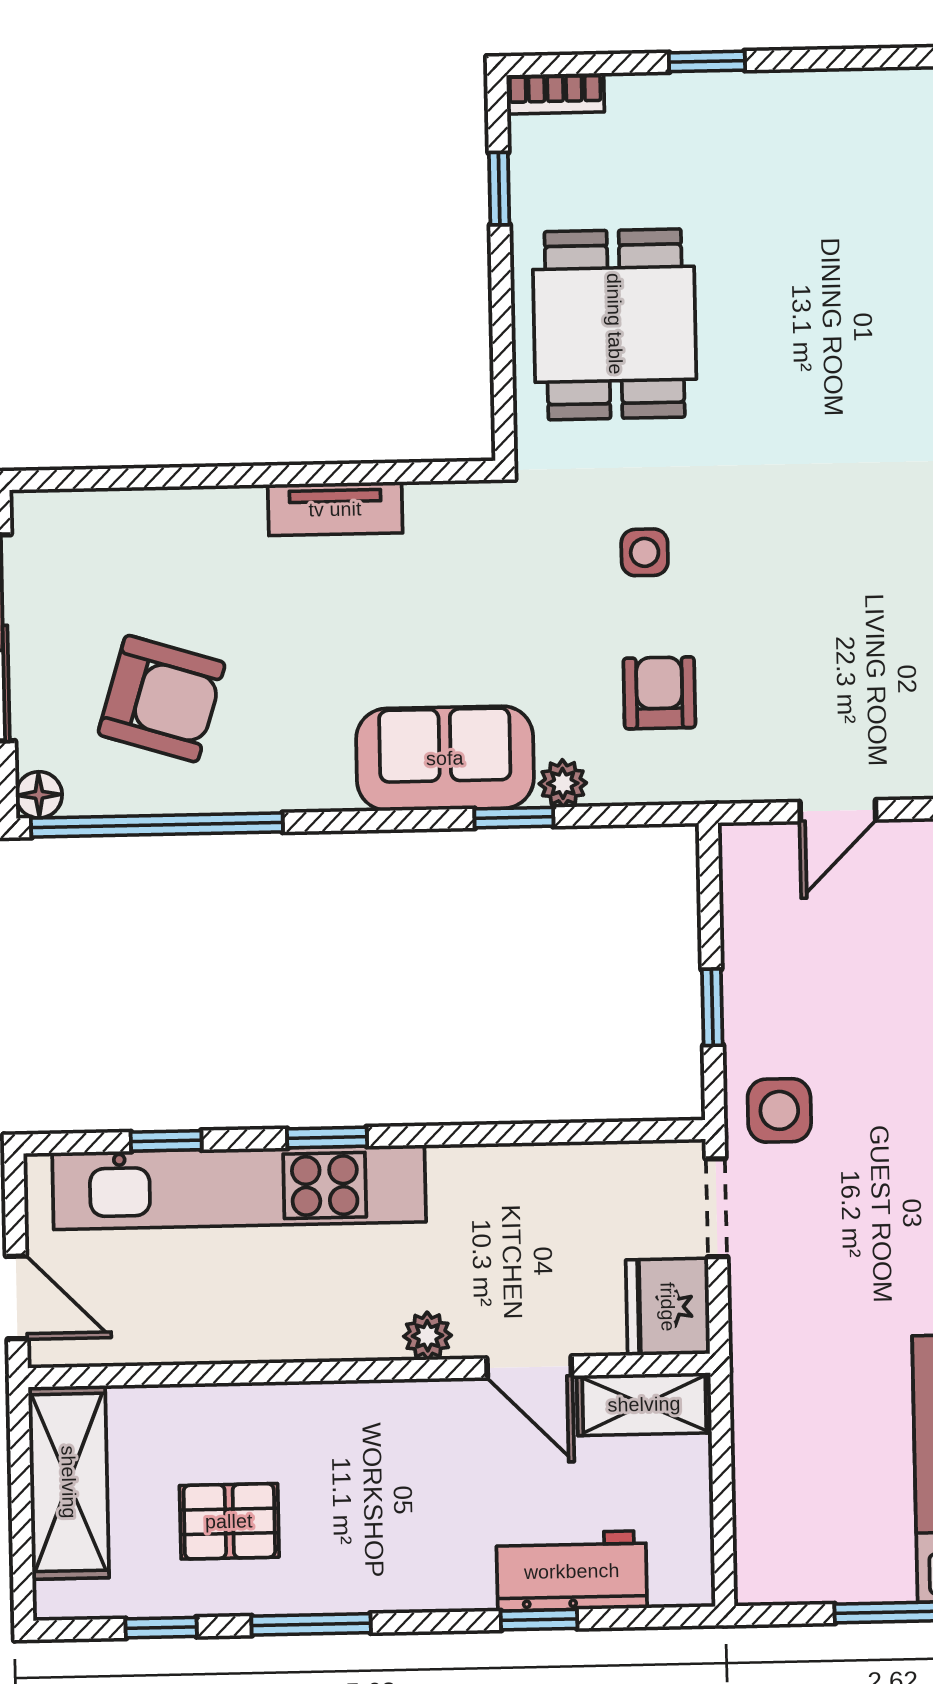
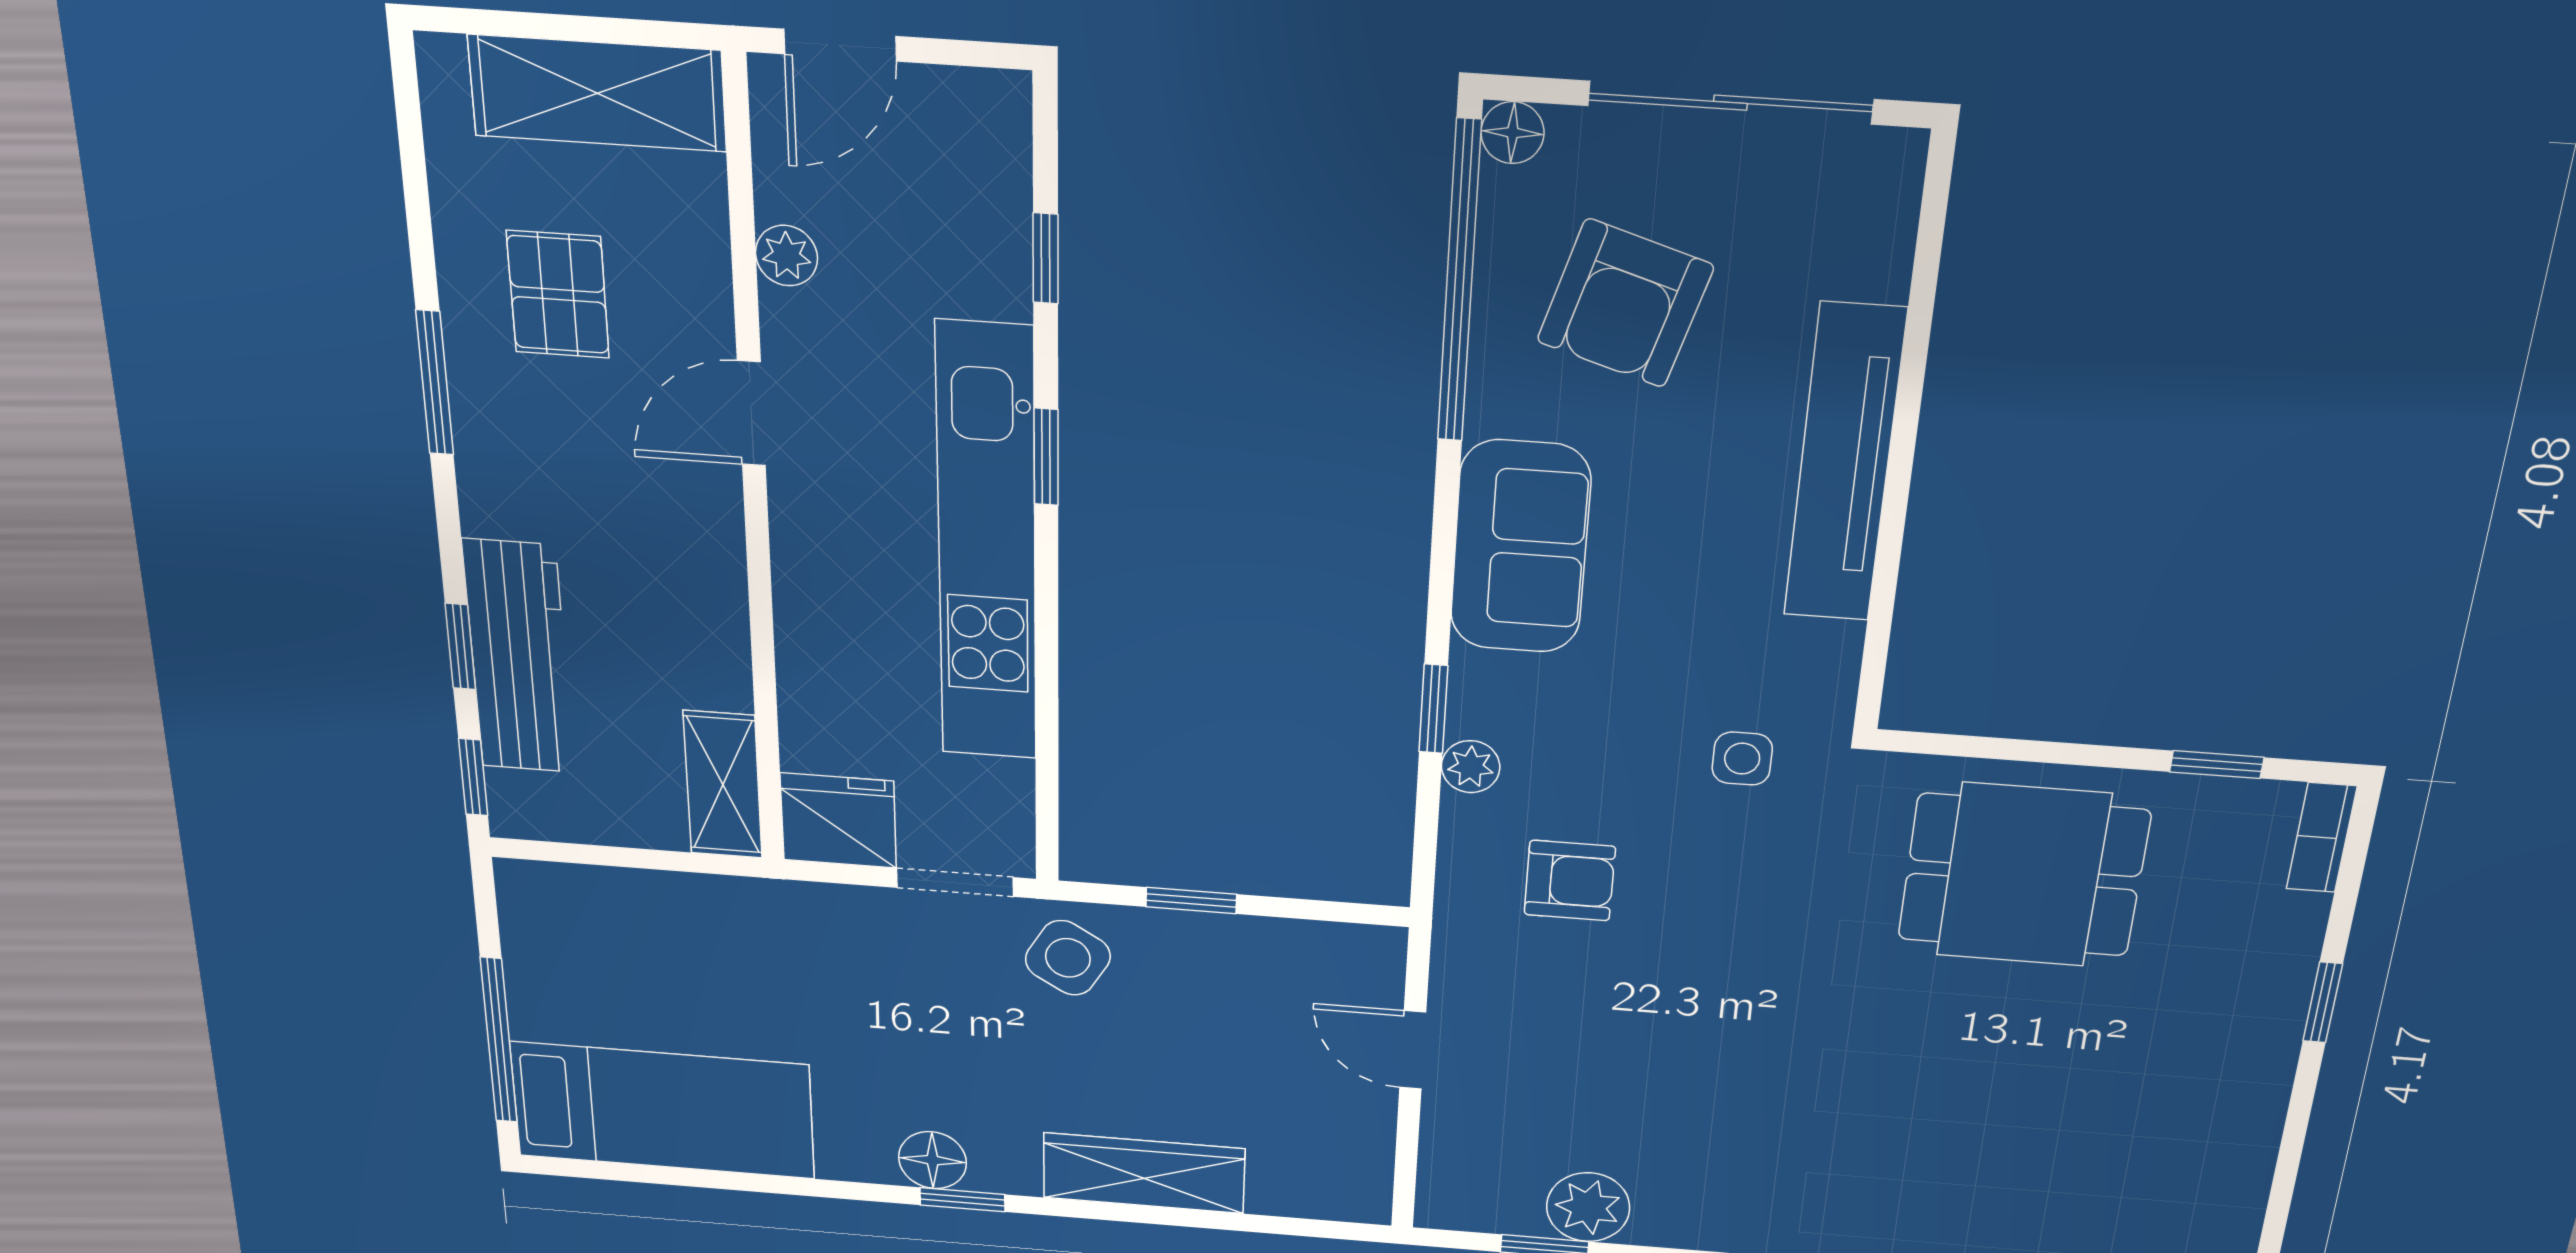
tv unit: (335, 509) -> (1844, 464), width x1.92, depth x1.29
side table: (645, 552) -> (1742, 759), moved
sofa: (445, 758) -> (1520, 547), moved
side table: (779, 1110) -> (1068, 958), turned 31
kitchen unit: (239, 1187) -> (987, 546), moved
plant: (428, 1336) -> (786, 256), moved
door: (529, 1367) -> (751, 413), moved
workbench: (572, 1571) -> (518, 657), width x1.38
window: (161, 1628) -> (473, 777), moved

